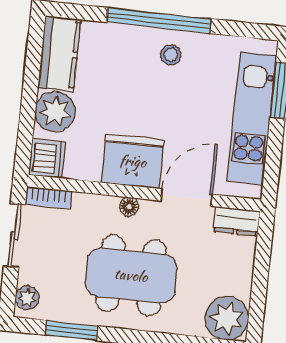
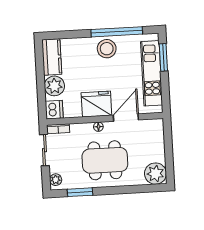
window: (159, 21) -> (117, 32), moved
stool: (171, 55) -> (107, 49), width x1.89, depth x1.89
dresser: (236, 221) -> (152, 125), removed

